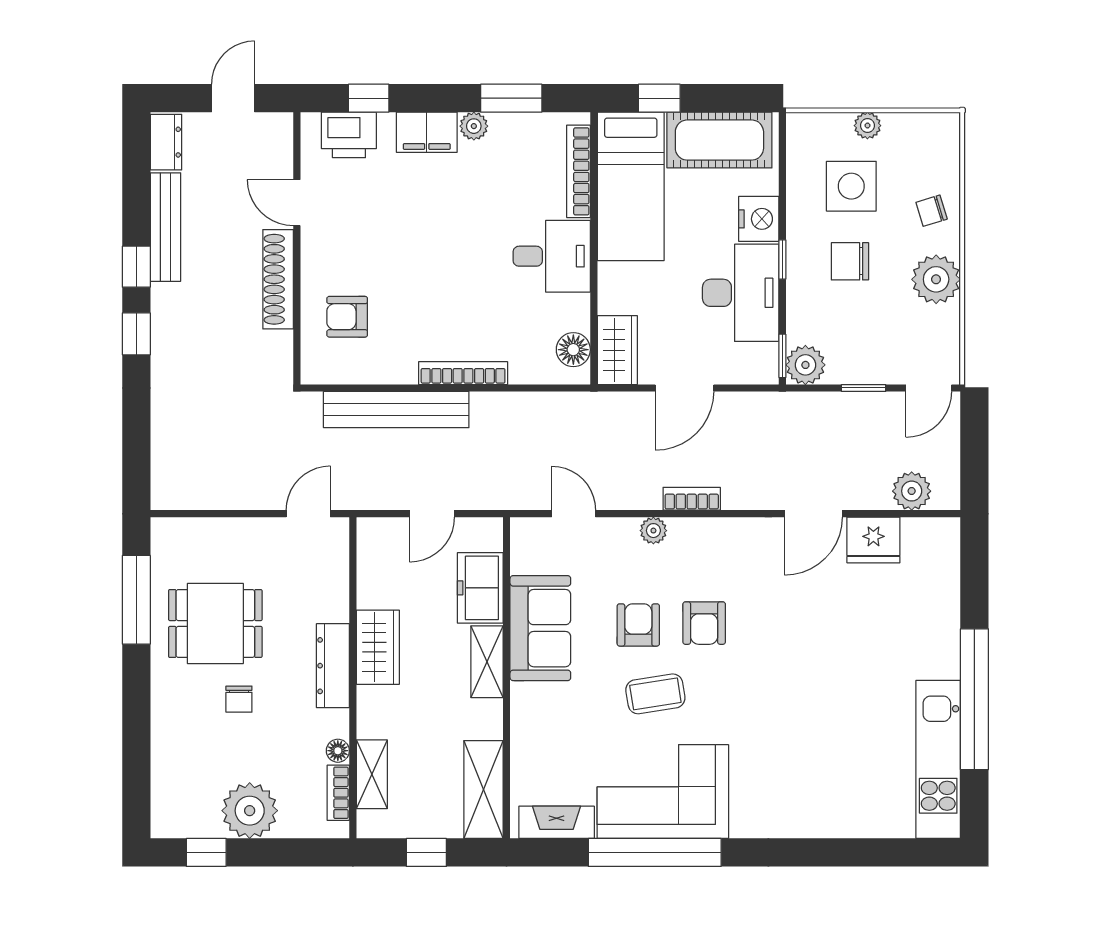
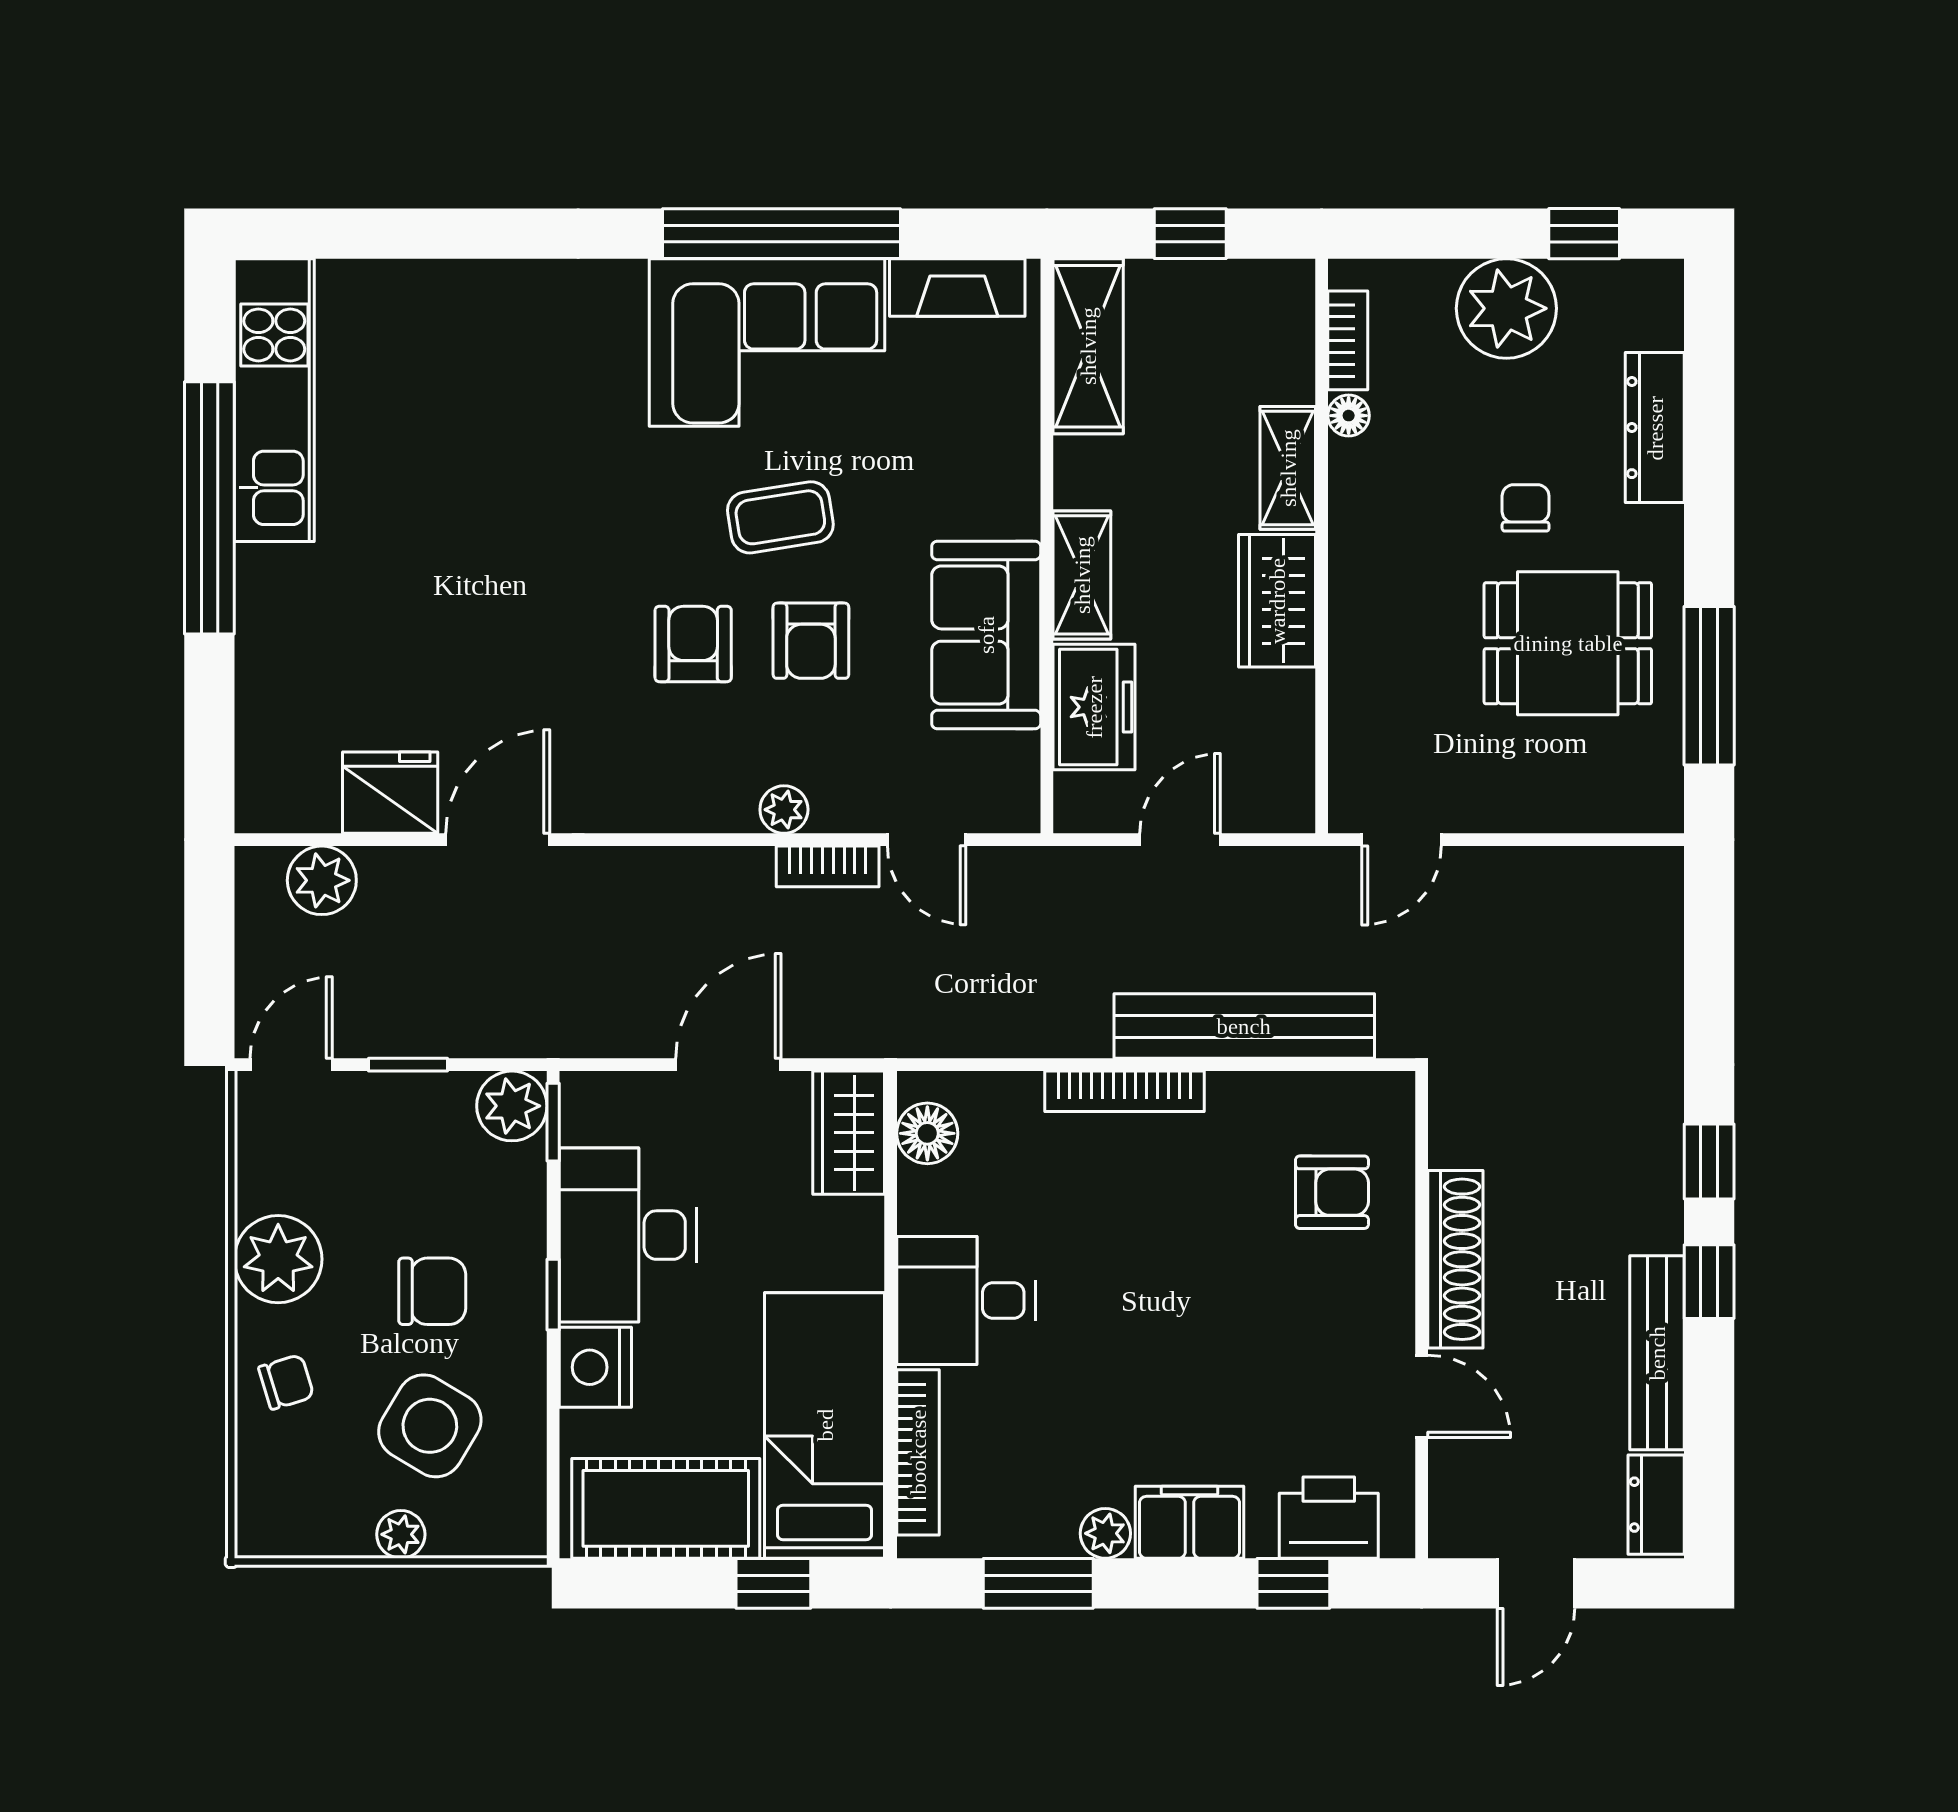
side table: (851, 186) -> (430, 1426), turned 31
bookcase: (692, 499) -> (828, 866), moved
dresser: (333, 666) -> (1655, 428), moved, turned 180
shelving: (372, 774) -> (1288, 468), moved

